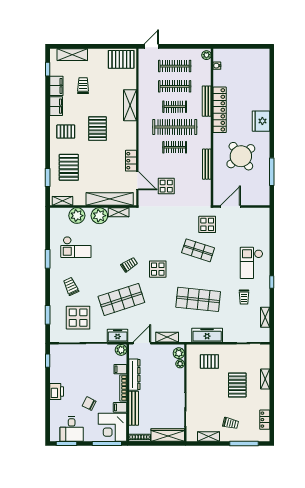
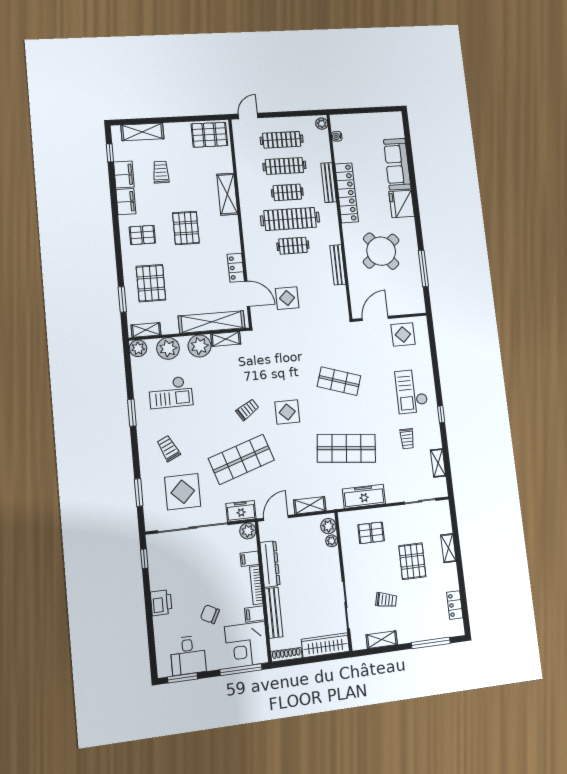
sofa: (261, 90) -> (397, 164), added
plant: (56, 214) -> (138, 348), added
display table: (207, 224) -> (403, 334), moved
trolley: (231, 423) -> (386, 600), moved

